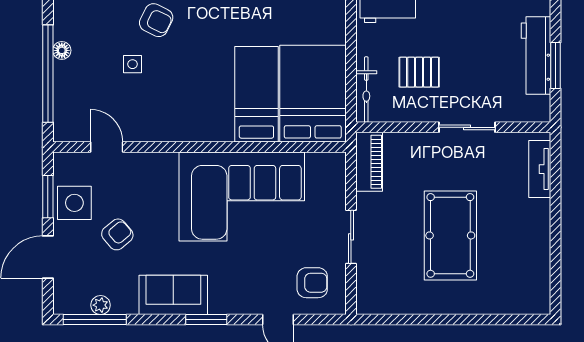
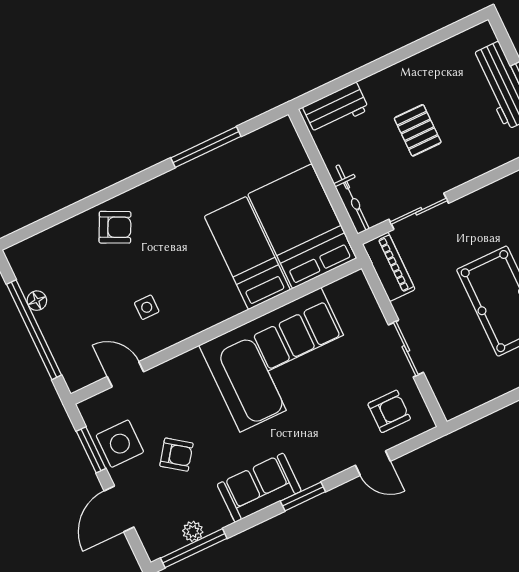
side table: (133, 64) -> (147, 307), moved
pallet: (419, 72) -> (418, 130), moved, turned 90
sliding door: (467, 127) -> (419, 211), moved
armchair: (117, 234) -> (176, 455), turned 76

